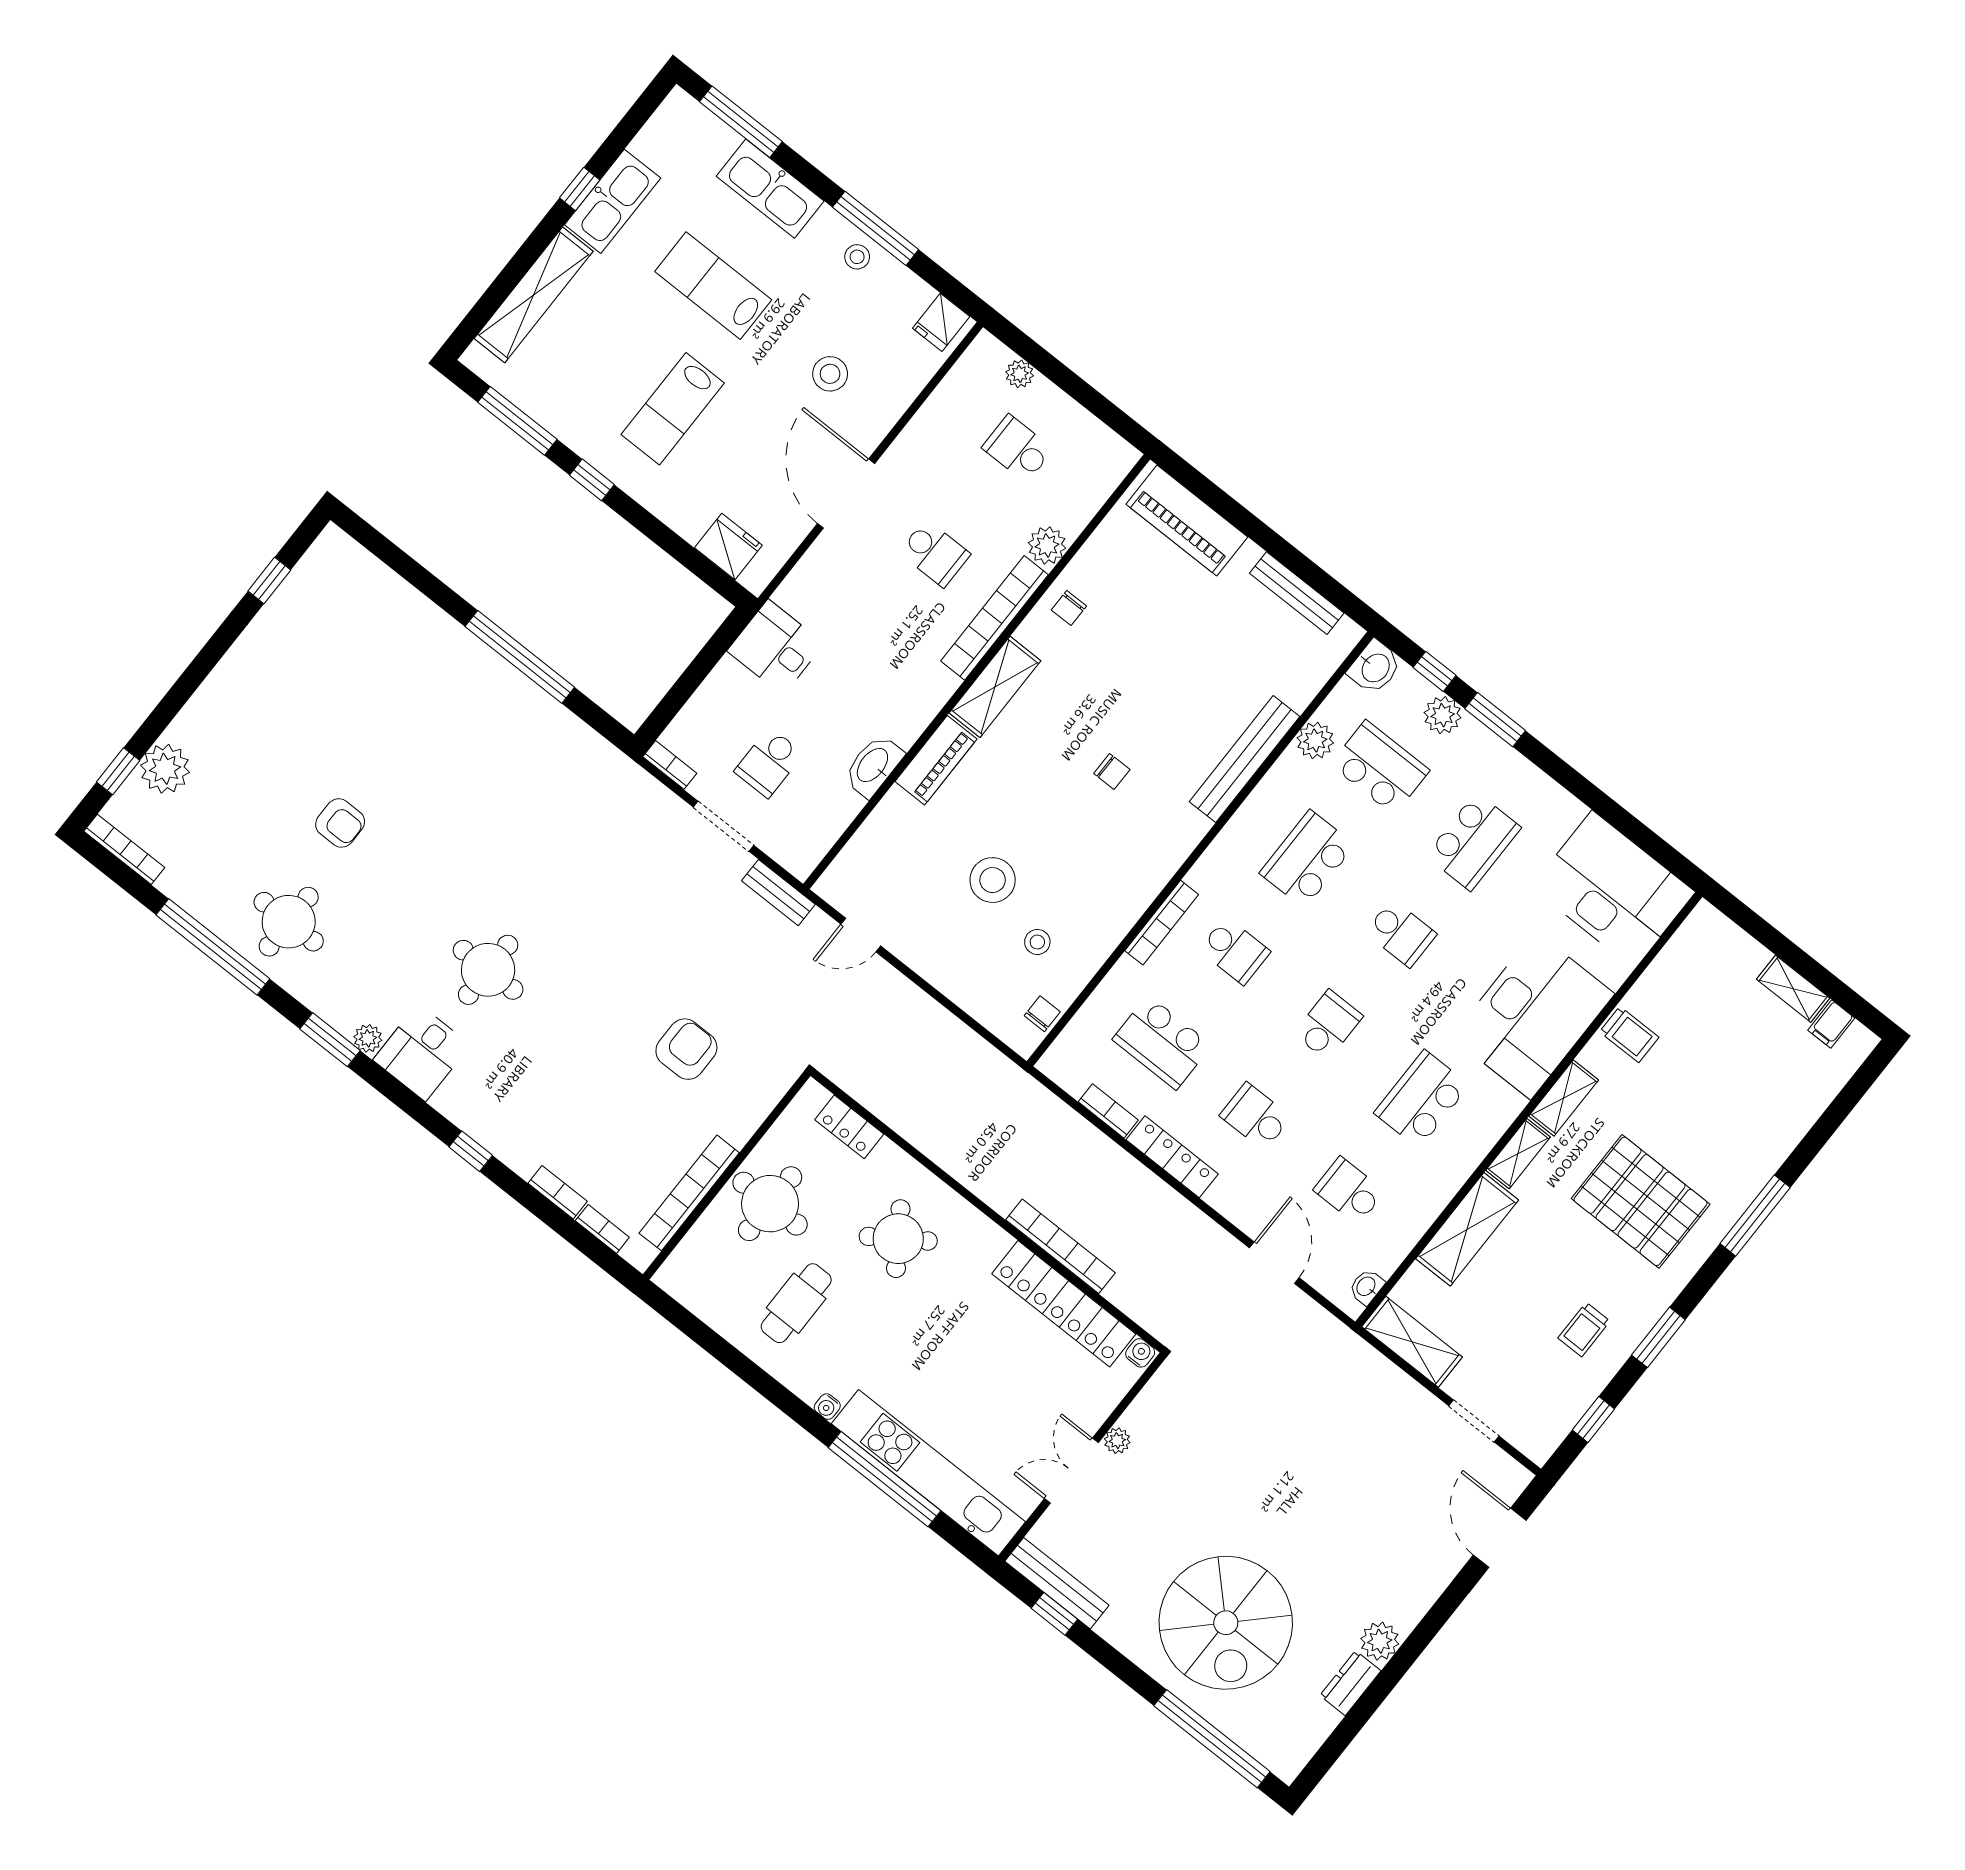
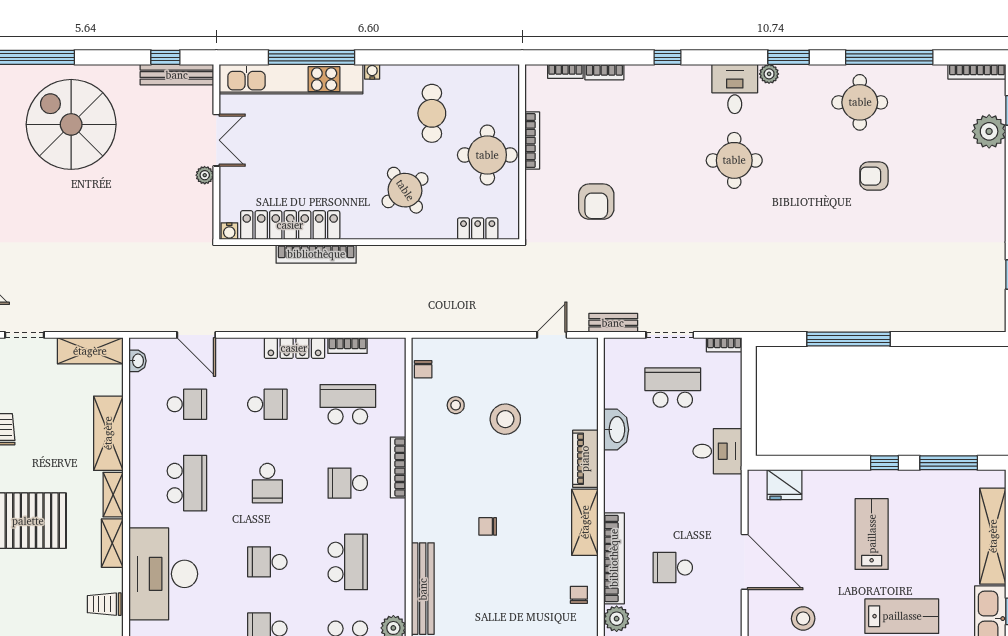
school desk: (769, 763) -> (673, 387), width x1.85
bookcase: (689, 1193) -> (532, 141), width x0.68, depth x0.76

